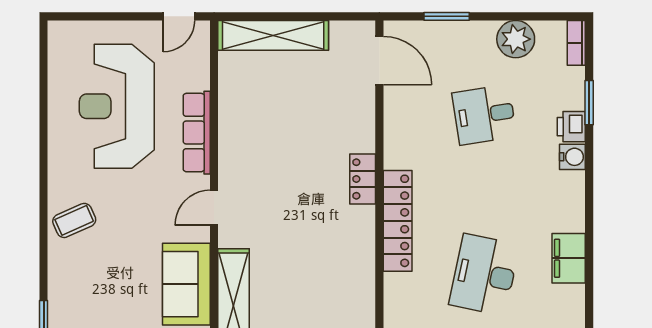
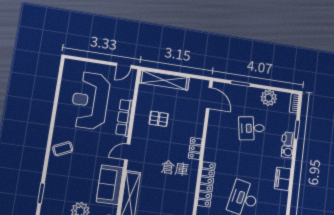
pallet: (273, 124) -> (159, 119), added
locker: (398, 221) -> (206, 184), moved
filing cabinet: (569, 258) -> (283, 179), moved

